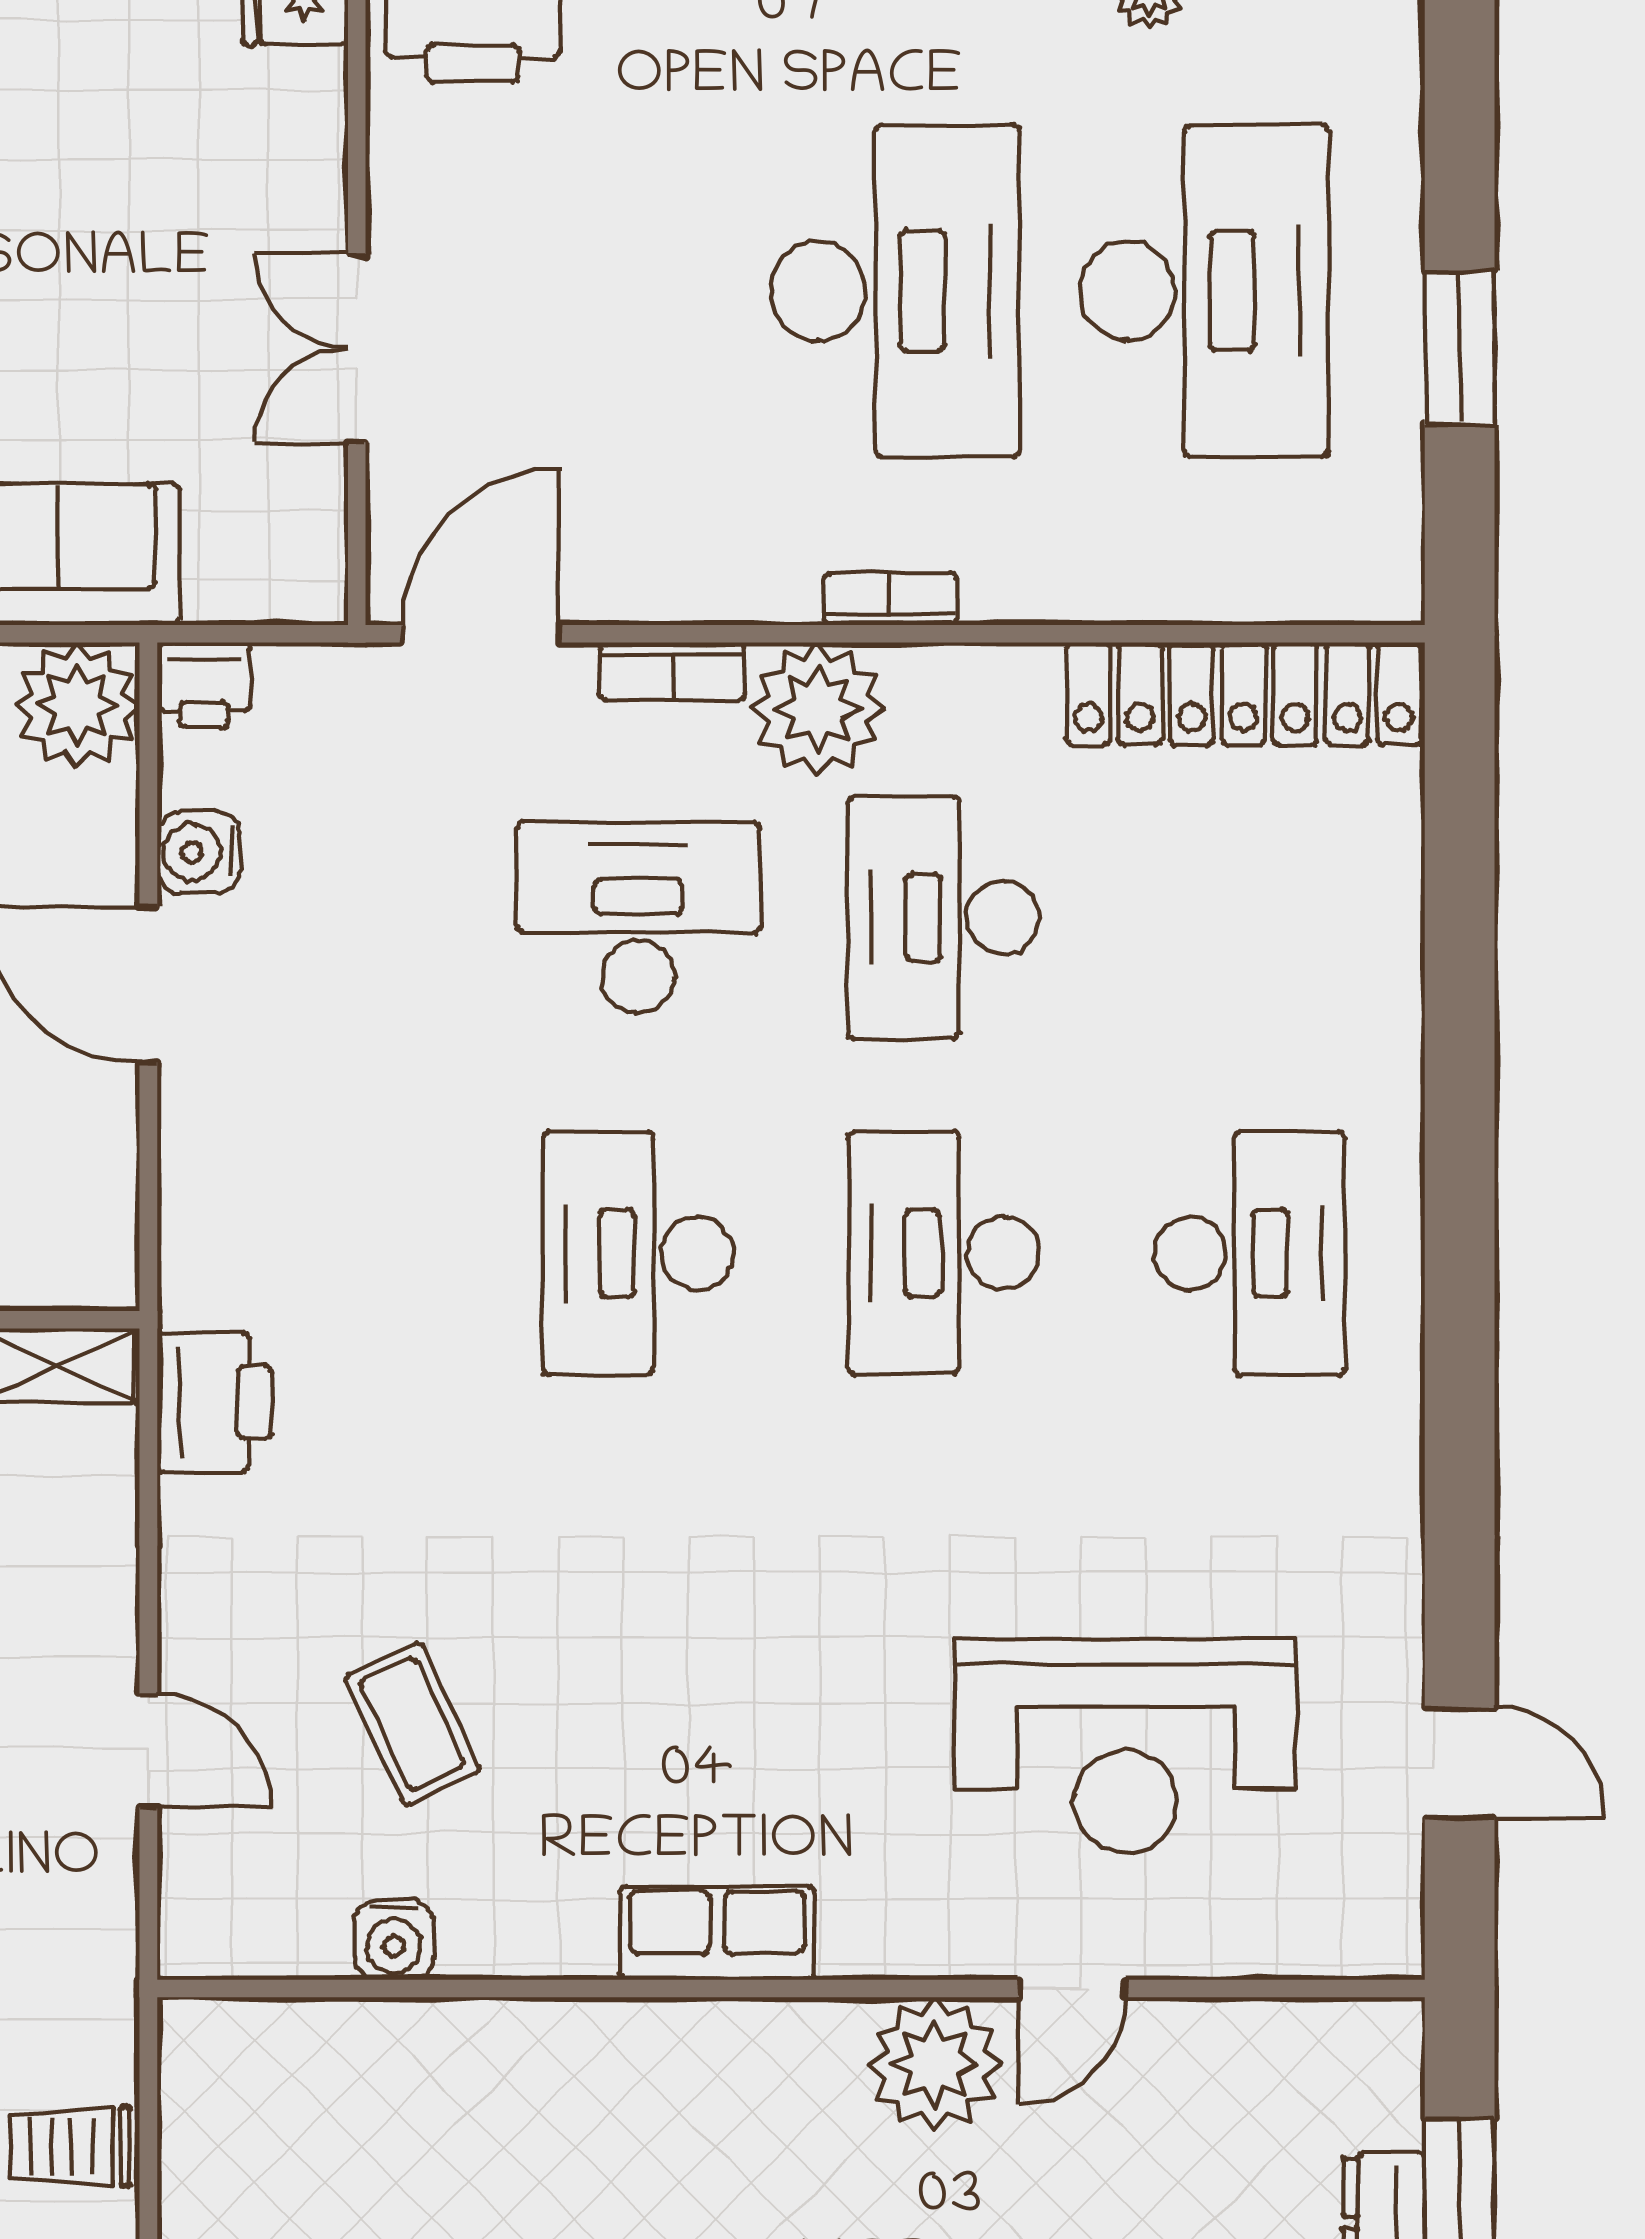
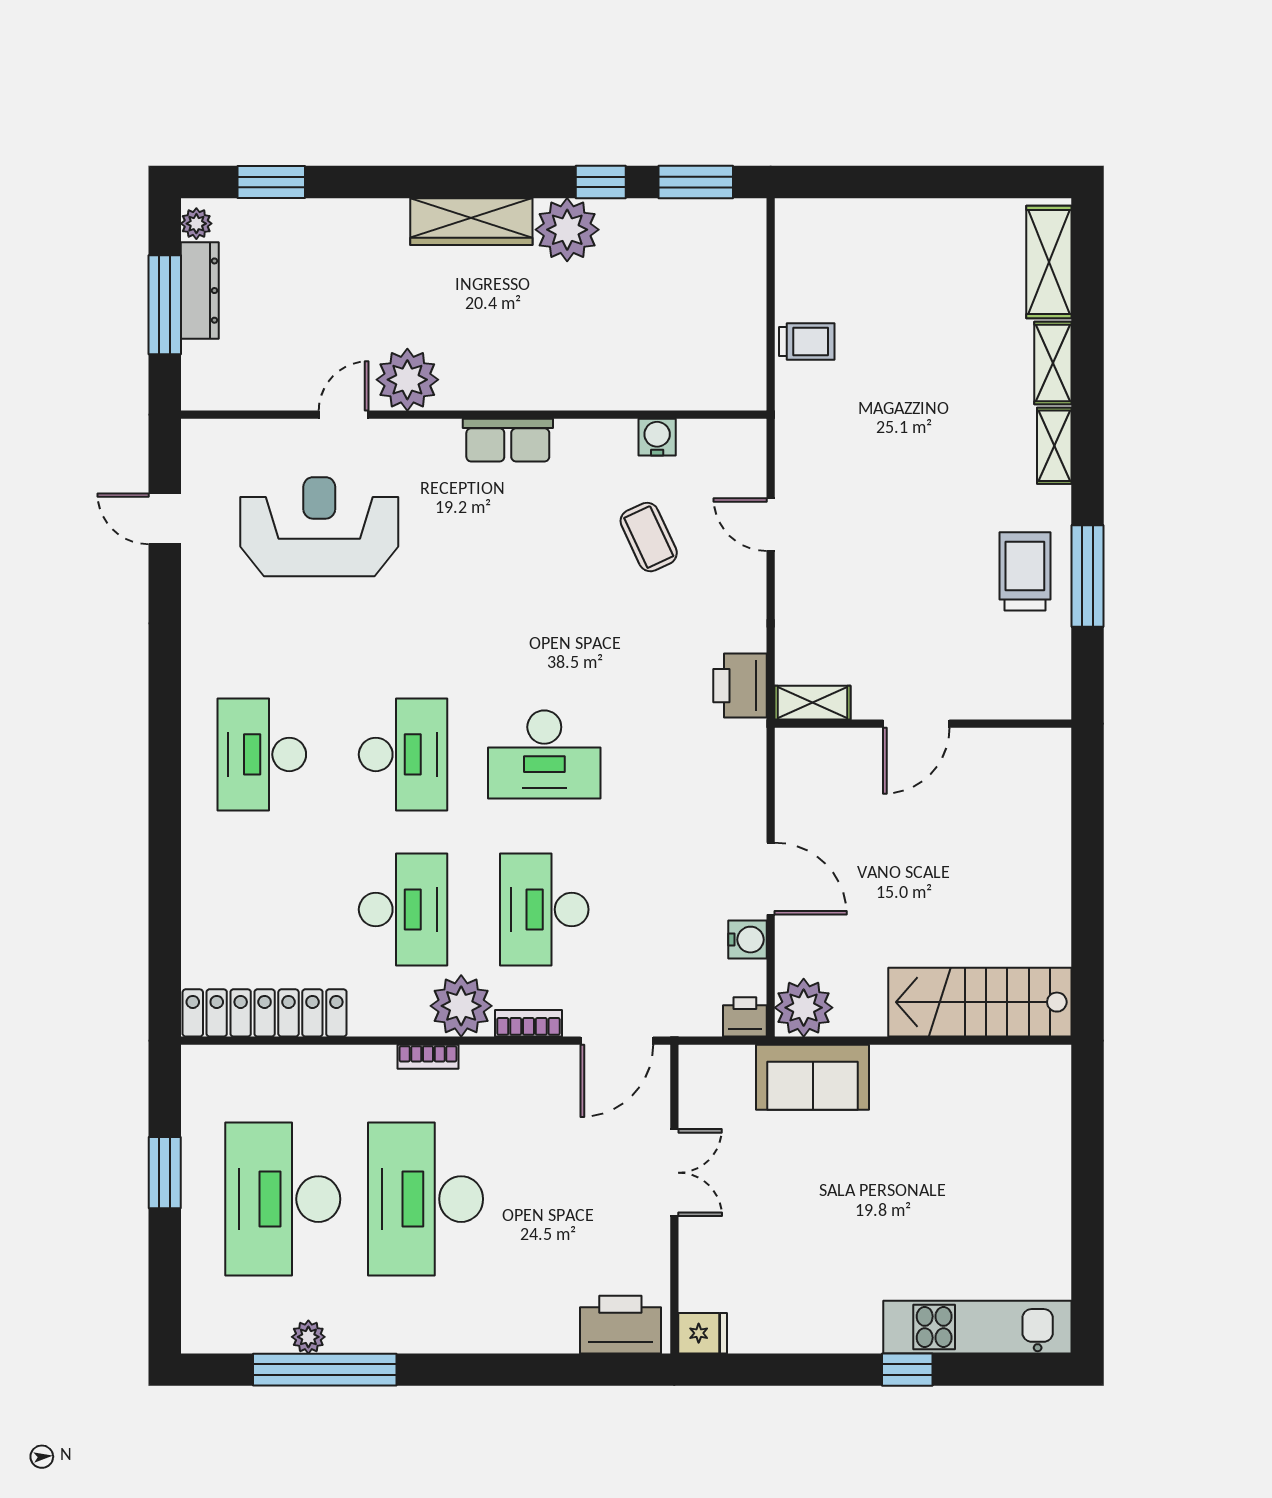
desk: (638, 918) -> (544, 909), turned 90
desk: (638, 1253) -> (544, 754), turned 90

